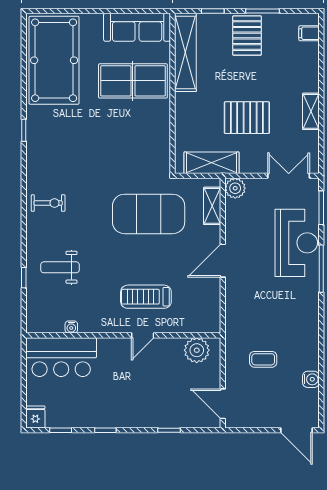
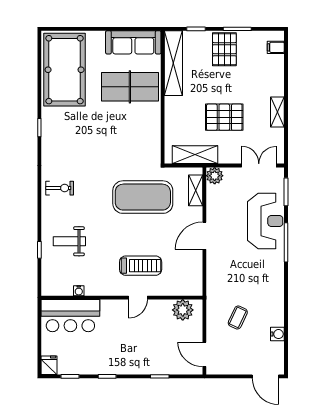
treadmill: (146, 297) -> (141, 266), turned 180
coffee table: (263, 359) -> (238, 317), turned -65

